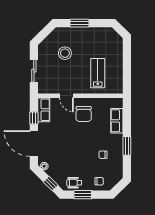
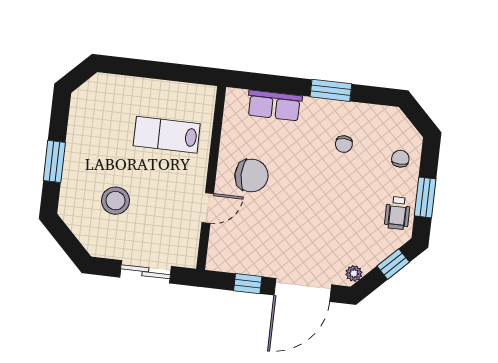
row of seats: (44, 110) -> (232, 260), removed

